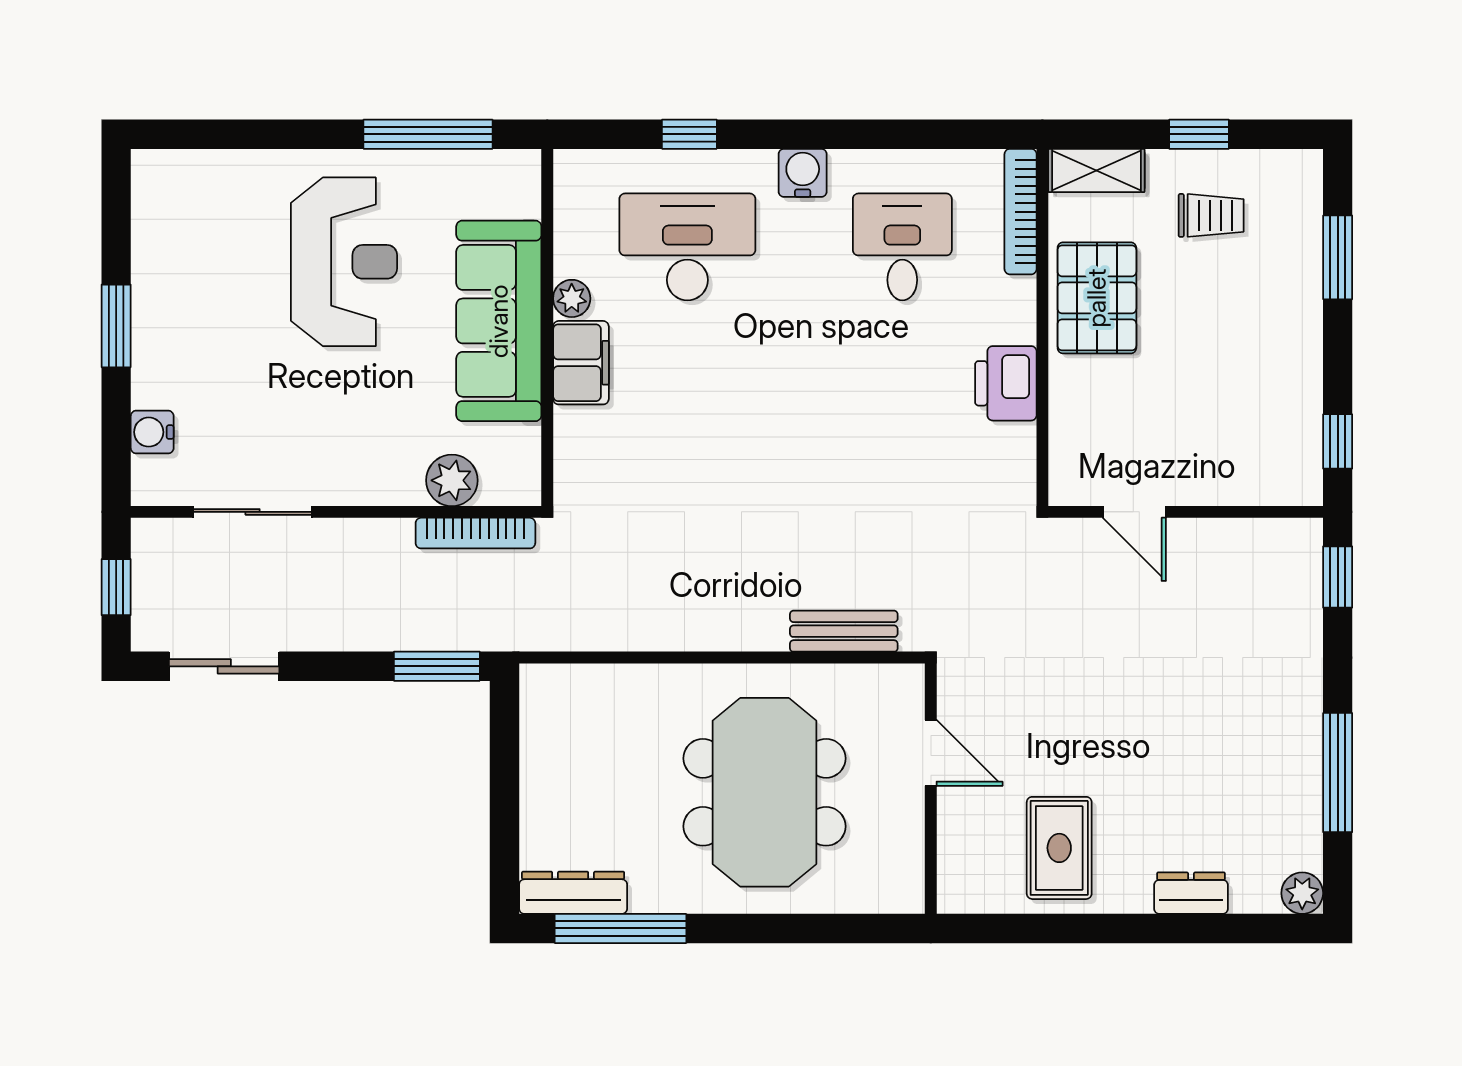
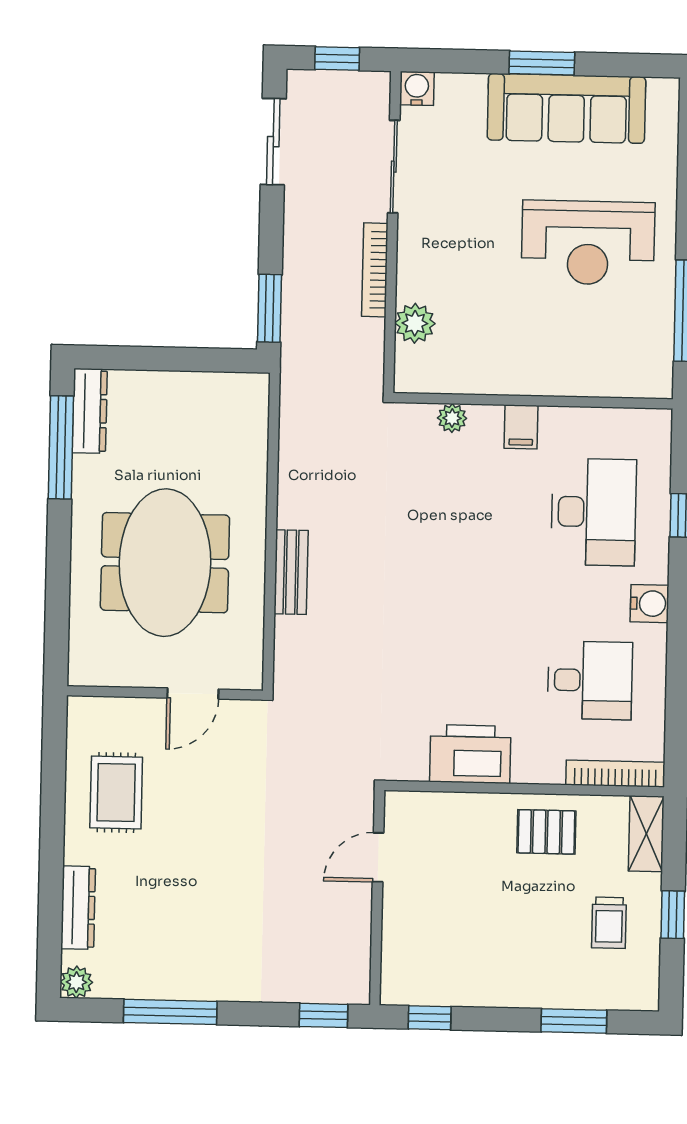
plant: (572, 298) -> (452, 418), moved
pallet: (1097, 298) -> (546, 832), width x0.67, depth x0.71
sofa: (499, 321) -> (566, 108), moved, turned 180
filing cabinet: (581, 363) -> (521, 427), width x0.50
printer: (1006, 383) -> (470, 754), width x1.37, depth x1.19
water cooler: (152, 432) -> (417, 88), moved
bookcase: (475, 533) -> (375, 270), moved
bench: (844, 631) -> (291, 572), moved
meeting table: (764, 792) -> (165, 563), turned 90
rug: (1059, 848) -> (116, 793), turned 90
dresser: (1191, 893) -> (78, 908), width x1.44

